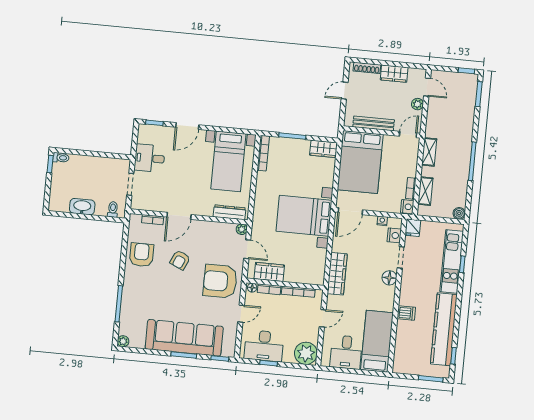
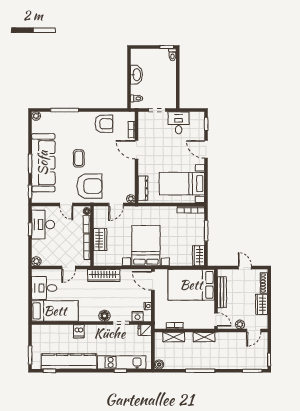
nightstand: (407, 207) -> (160, 324), removed
armchair: (180, 260) -> (103, 154), removed
wardrobe: (269, 272) -> (100, 240), moved
armchair: (220, 281) -> (89, 186), turned 90
coffee table: (183, 291) -> (79, 158), added
door: (323, 318) -> (69, 268), hinge flipped
plant: (306, 353) -> (36, 261), width x0.53, depth x0.53

